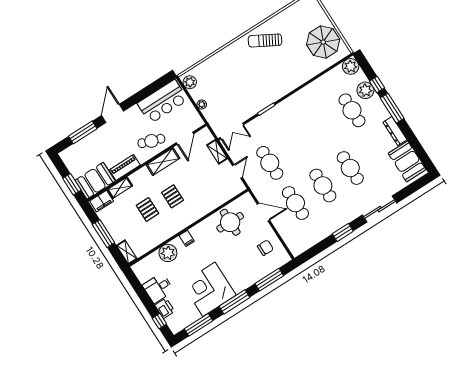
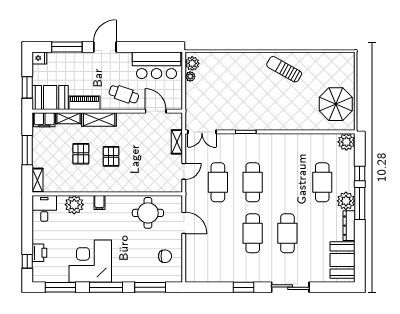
plant: (365, 90) -> (346, 201), moved
plant: (202, 104) -> (190, 76), moved
door: (185, 138) -> (156, 111), swing flipped
fridge: (67, 155) -> (39, 58), added
shelving: (163, 162) -> (99, 119), moved
cafe table: (295, 203) -> (253, 182), moved
desk: (158, 288) -> (44, 208), moved, turned 90

